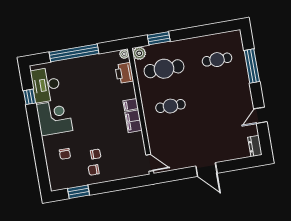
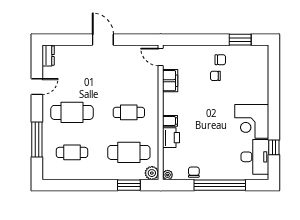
printer: (124, 73) -> (171, 138), moved
cafe table: (223, 97) -> (72, 112), added
filing cabinet: (133, 121) -> (170, 81), moved
chair: (65, 154) -> (194, 172), moved

